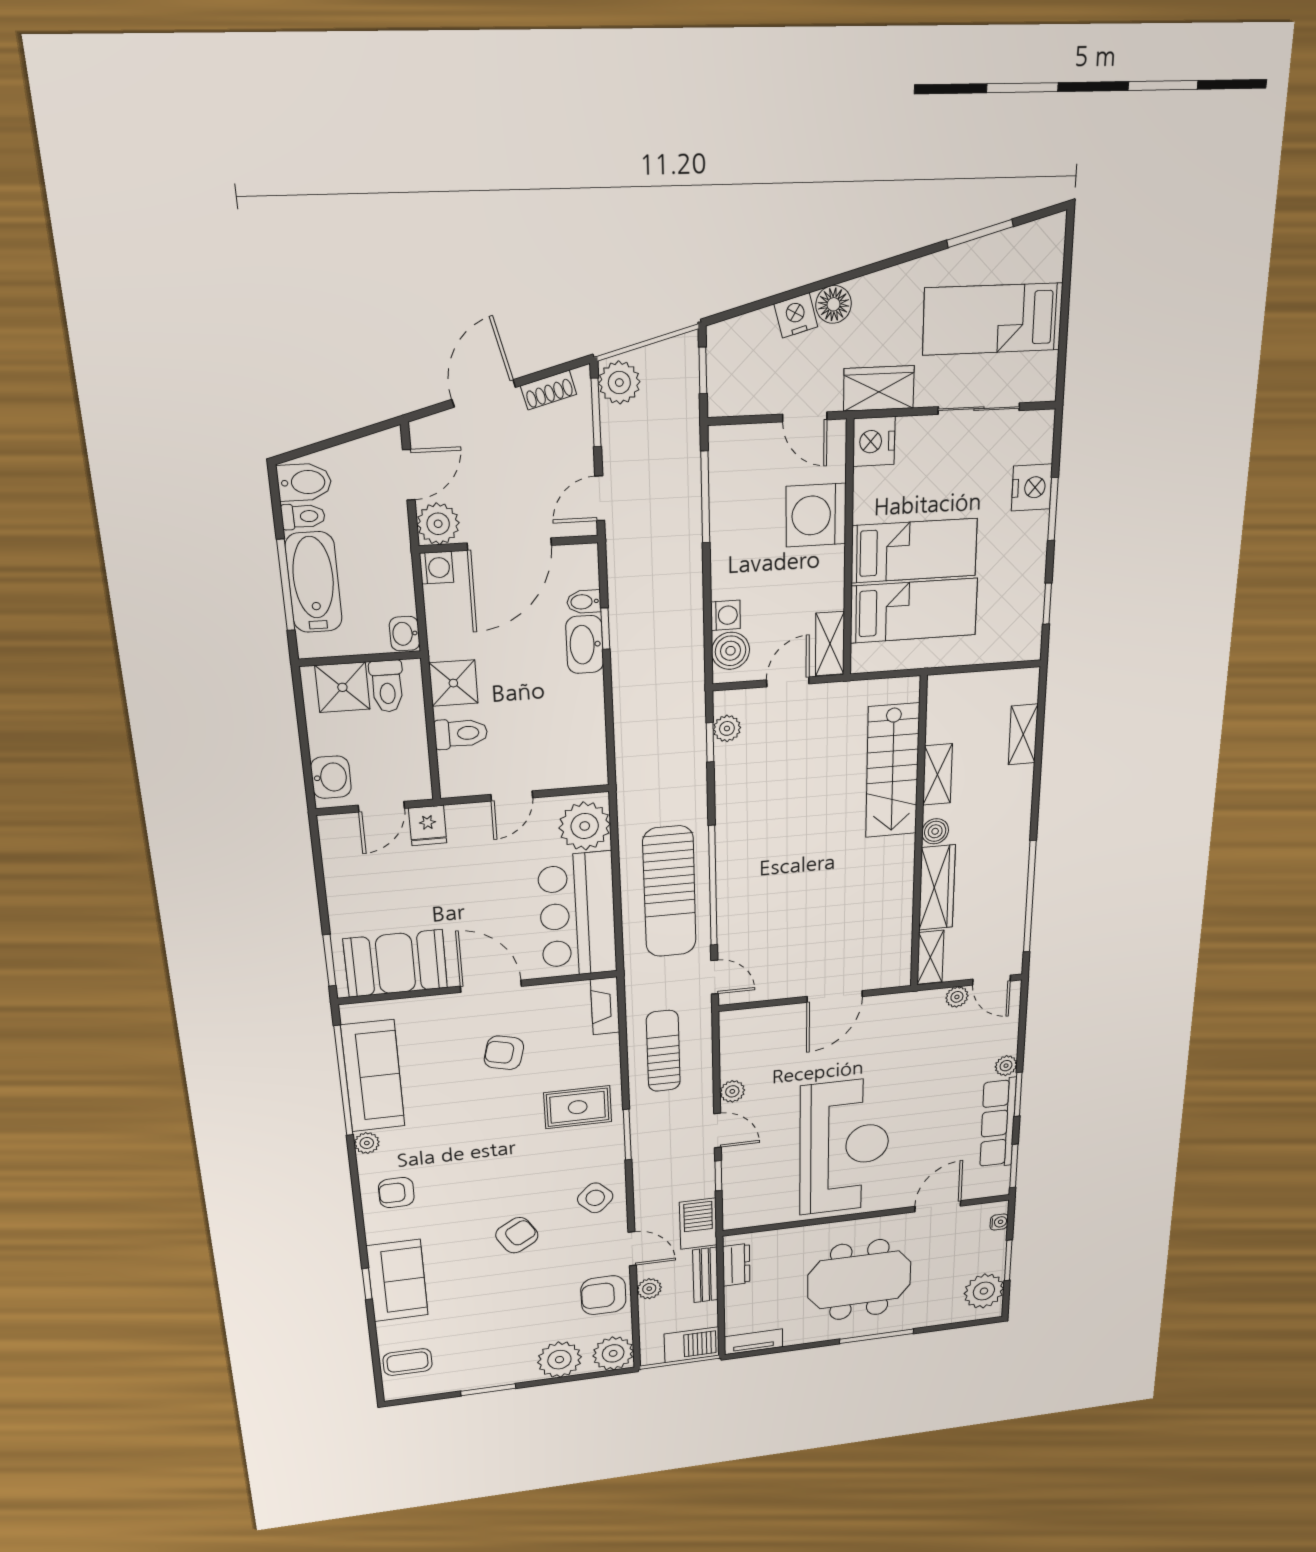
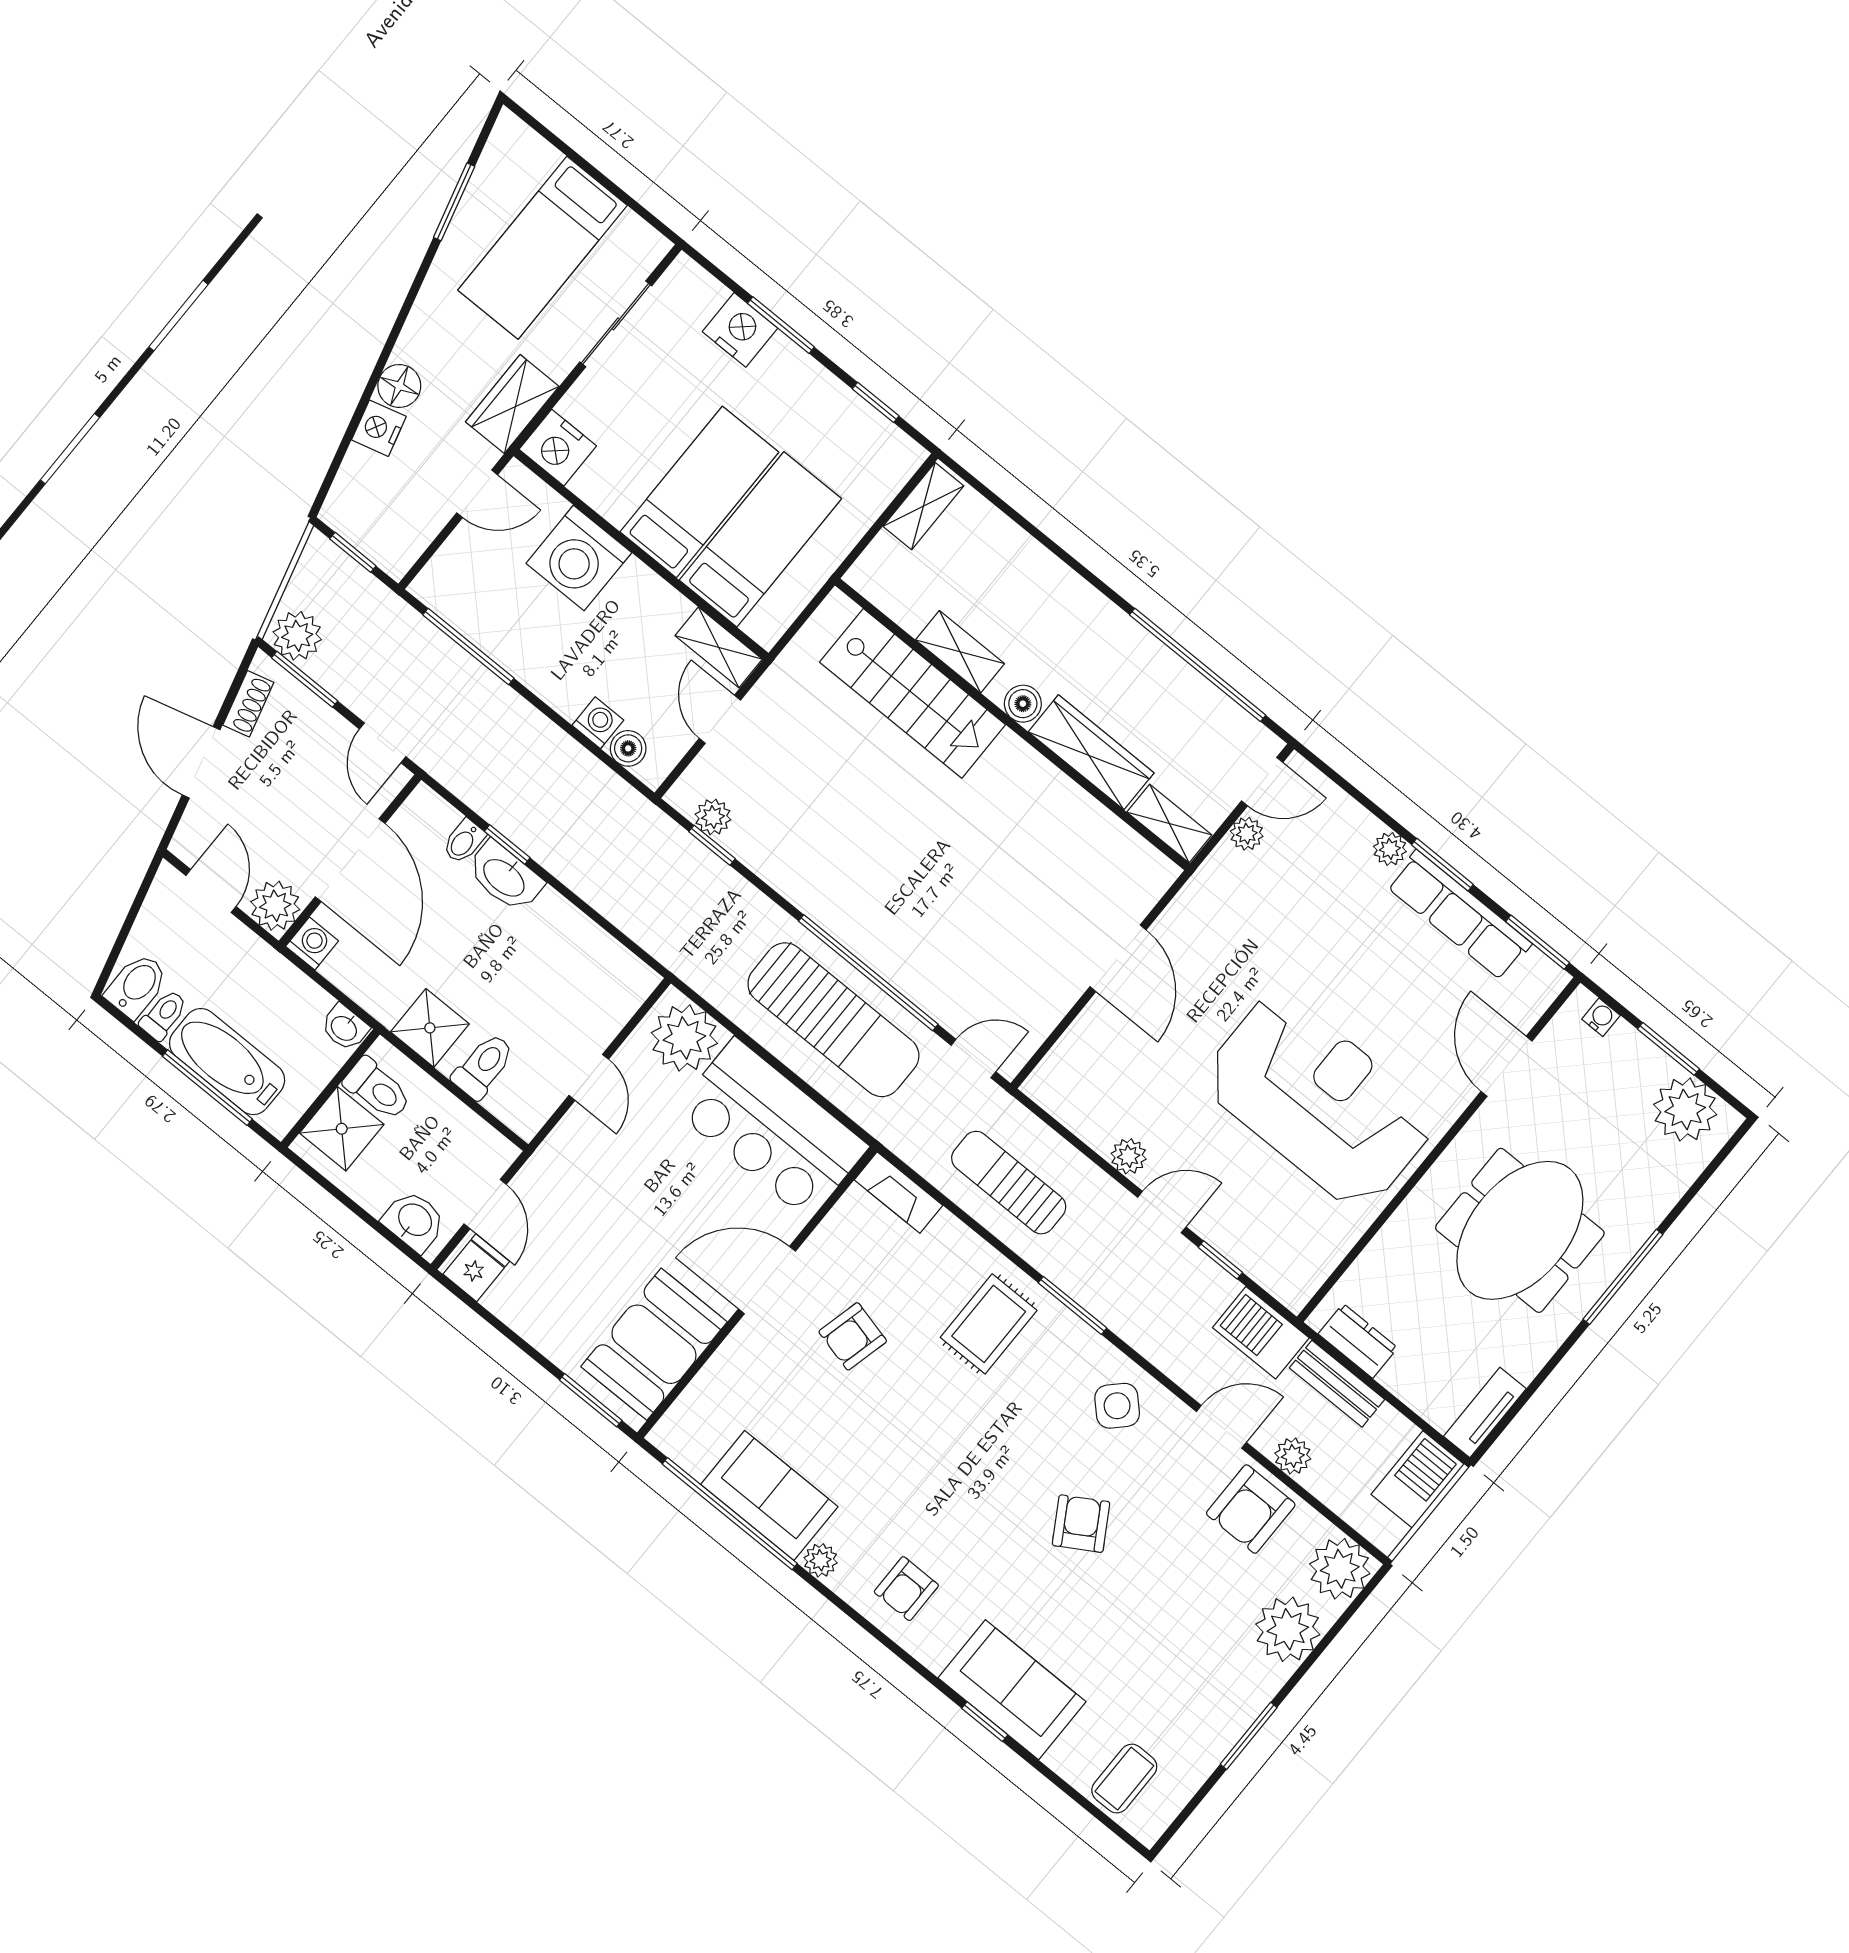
boiler: (731, 651) -> (628, 748), width x0.73, depth x0.73
shelving: (1023, 734) -> (923, 506), moved, turned 90
fridge: (428, 825) -> (476, 1268), moved, turned -90
sofa: (373, 1076) -> (769, 1495), width x0.73

